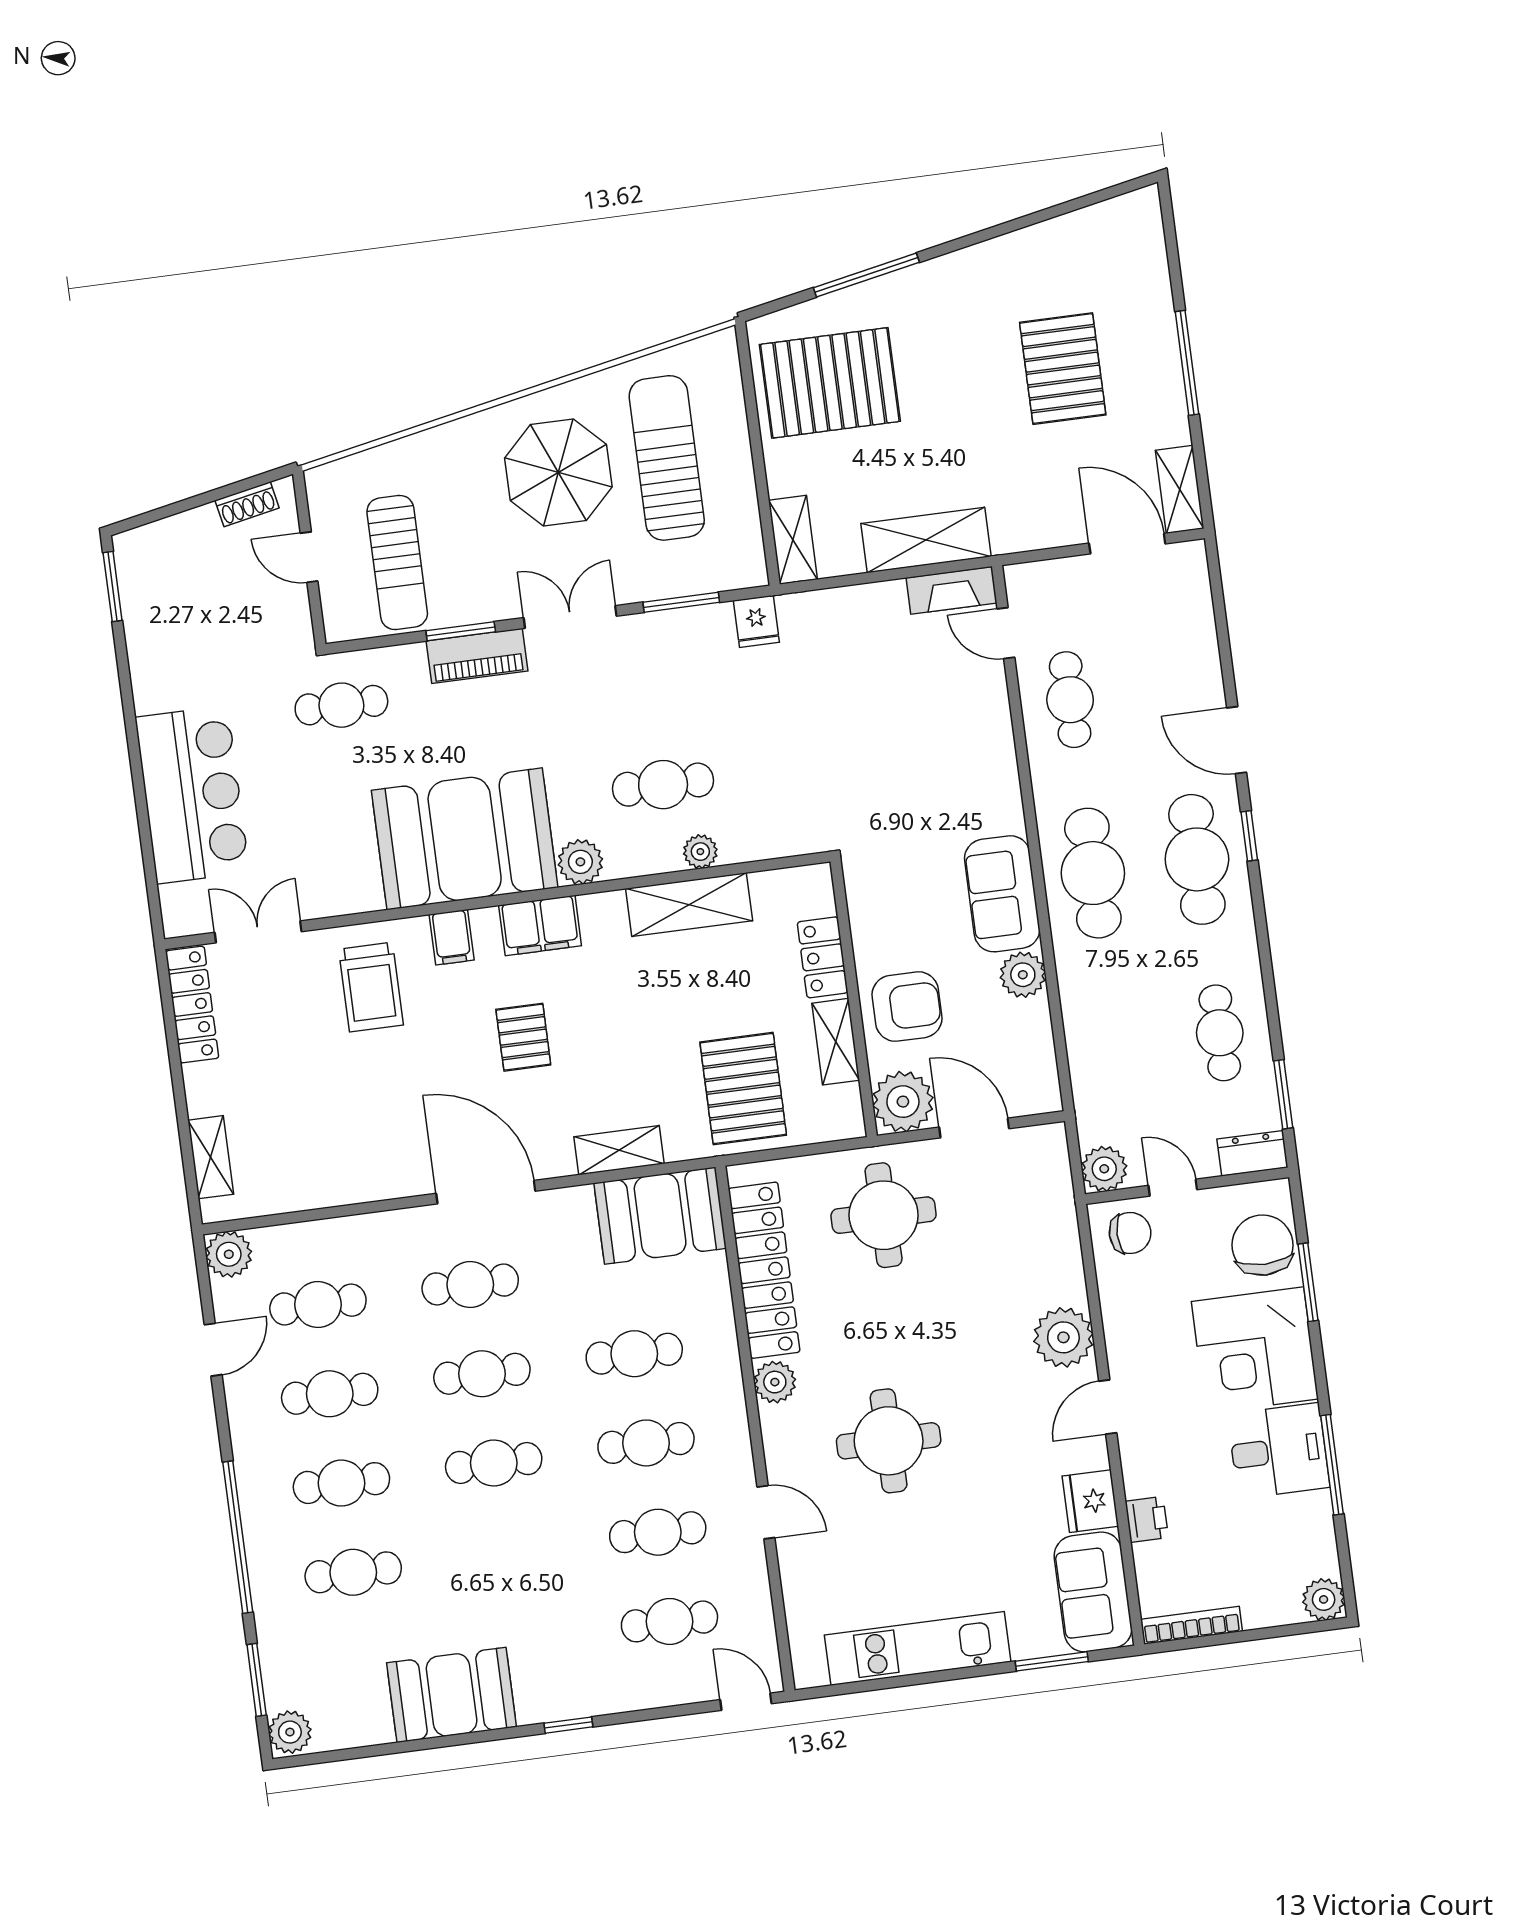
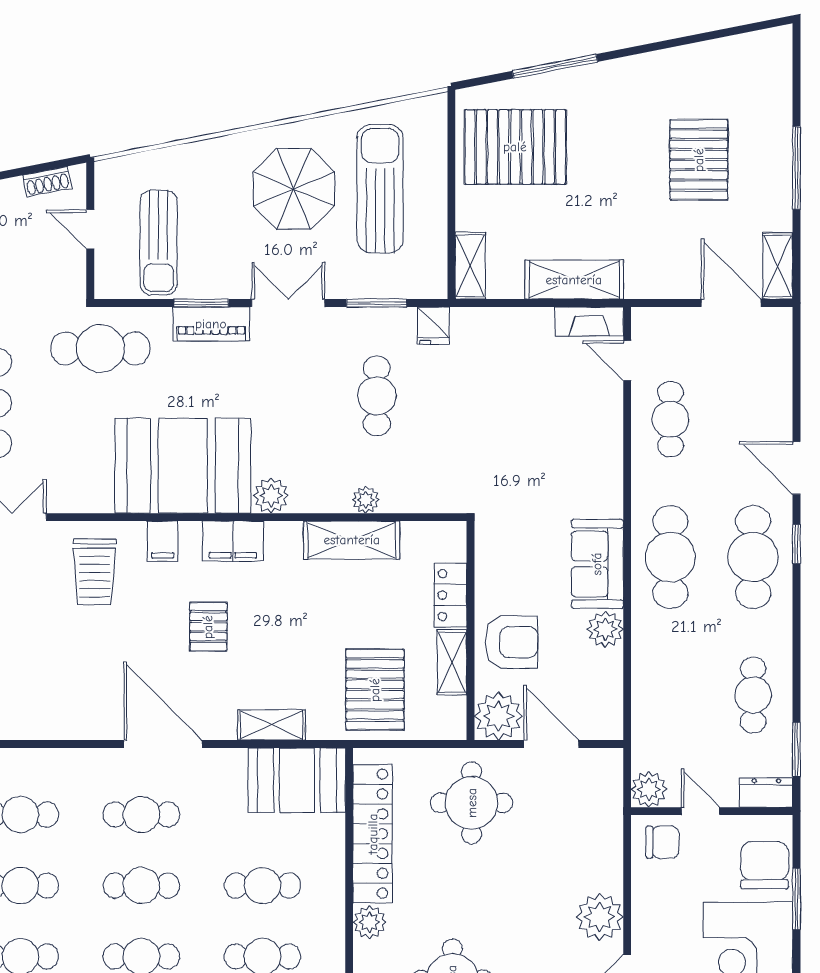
cafe table: (341, 705) -> (100, 348), width x1.37, depth x1.35
cafe table: (663, 785) -> (377, 396), moved, turned 90

